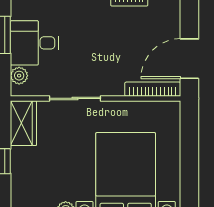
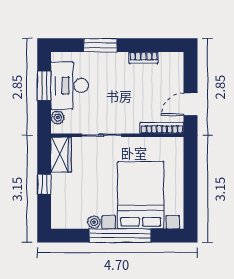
desk: (34, 43) -> (70, 86), width x1.37
door: (189, 59) -> (190, 104), width x0.73

